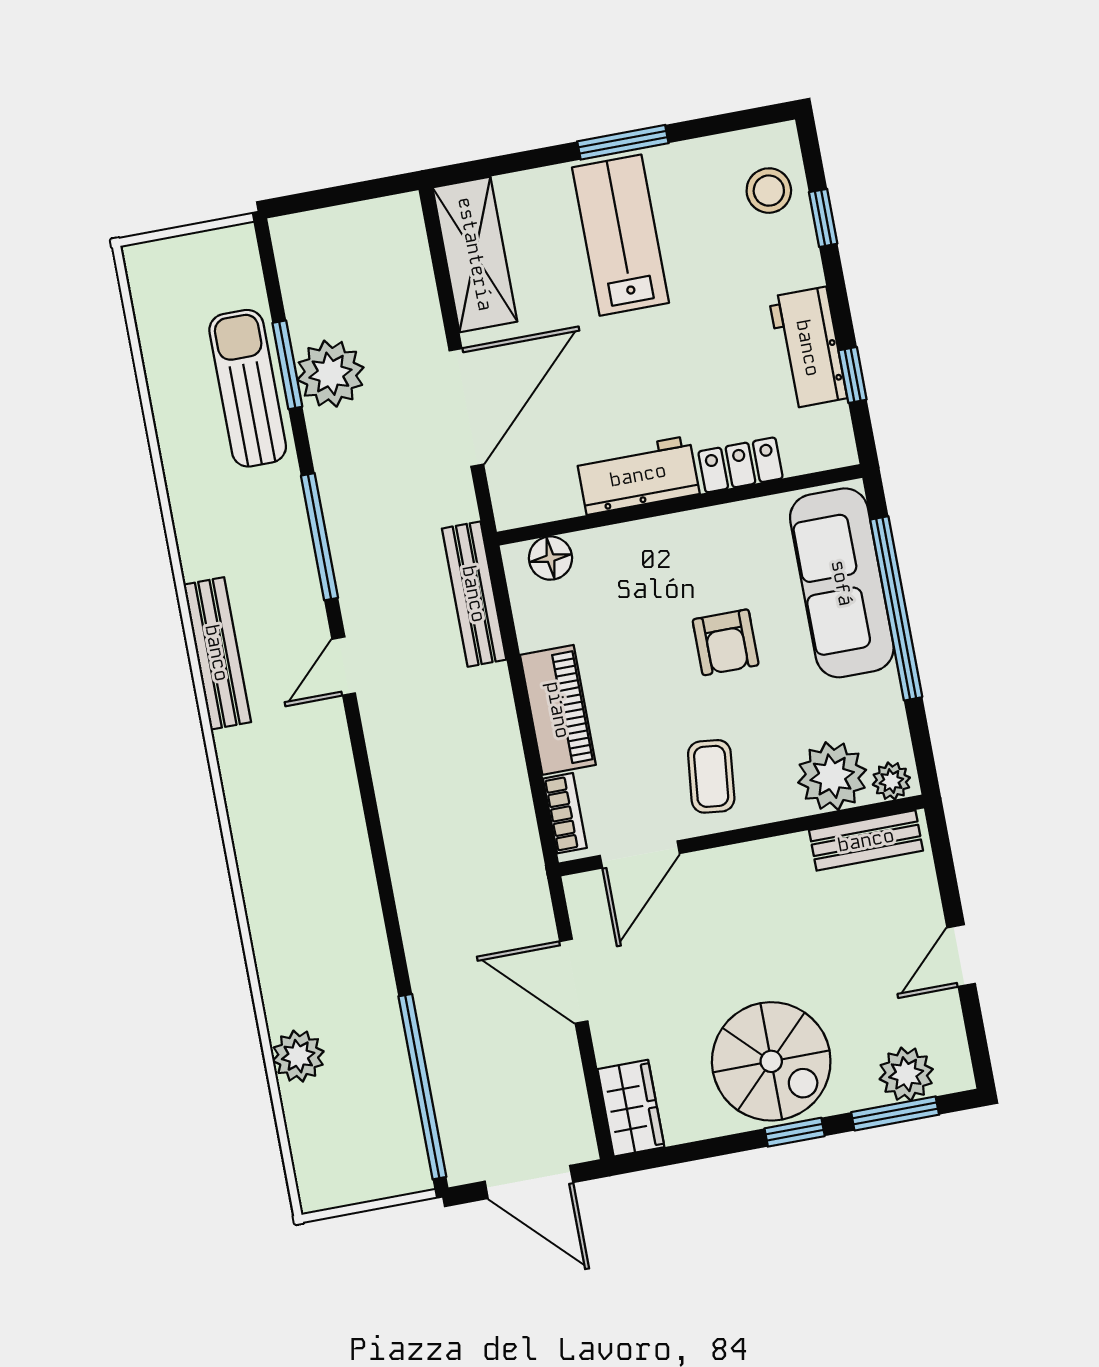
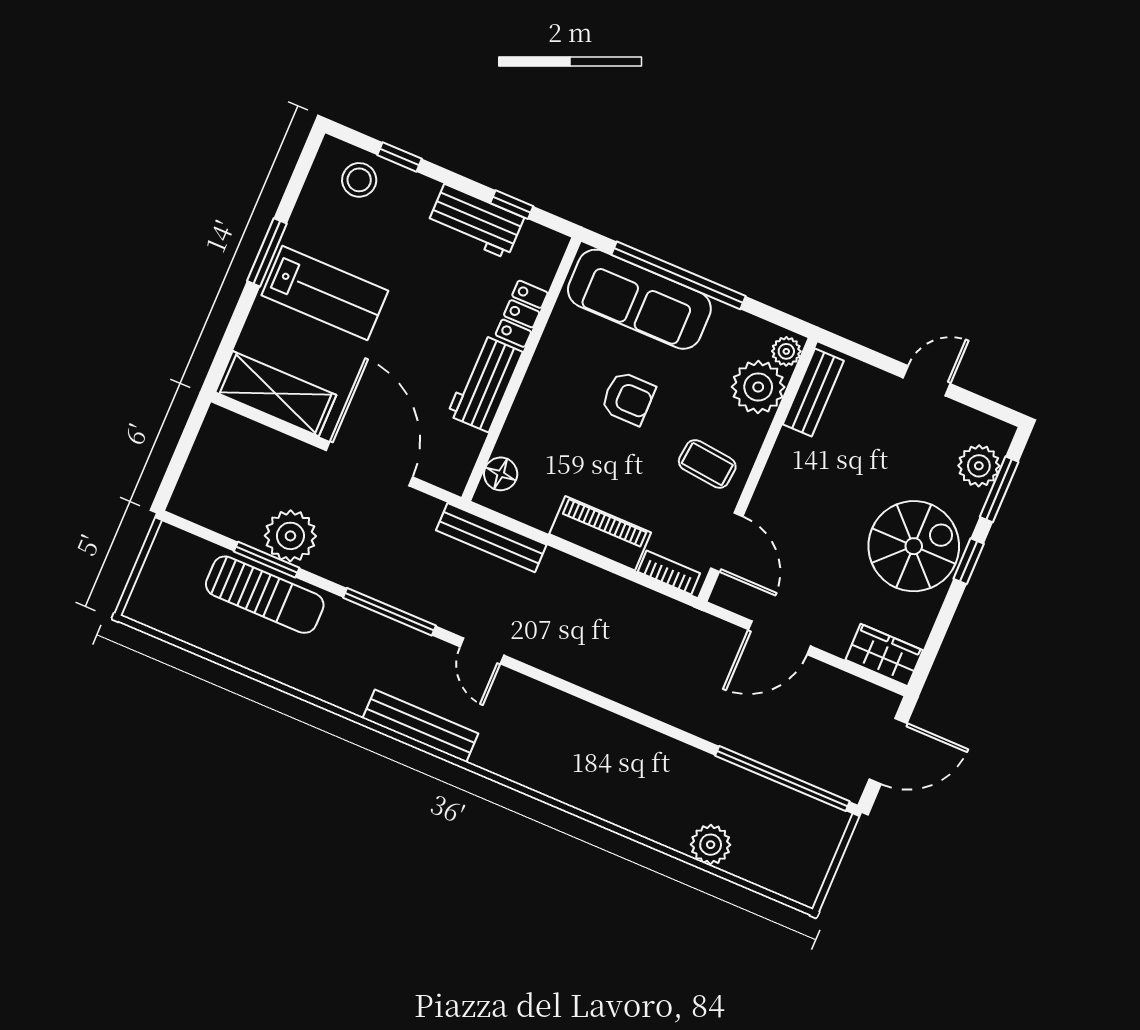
lab bench: (621, 235) -> (325, 293), turned 180
sun lounger: (248, 388) -> (265, 595), turned 180
door: (961, 956) -> (927, 381), swing flipped

